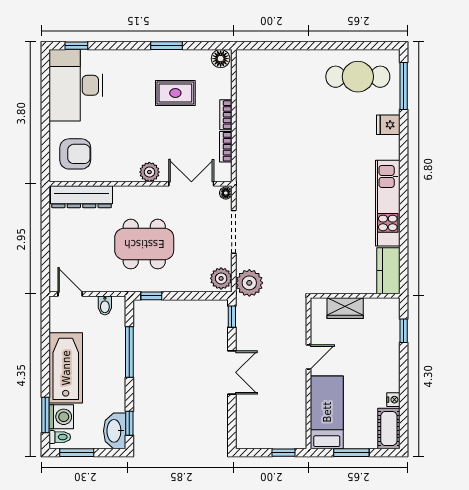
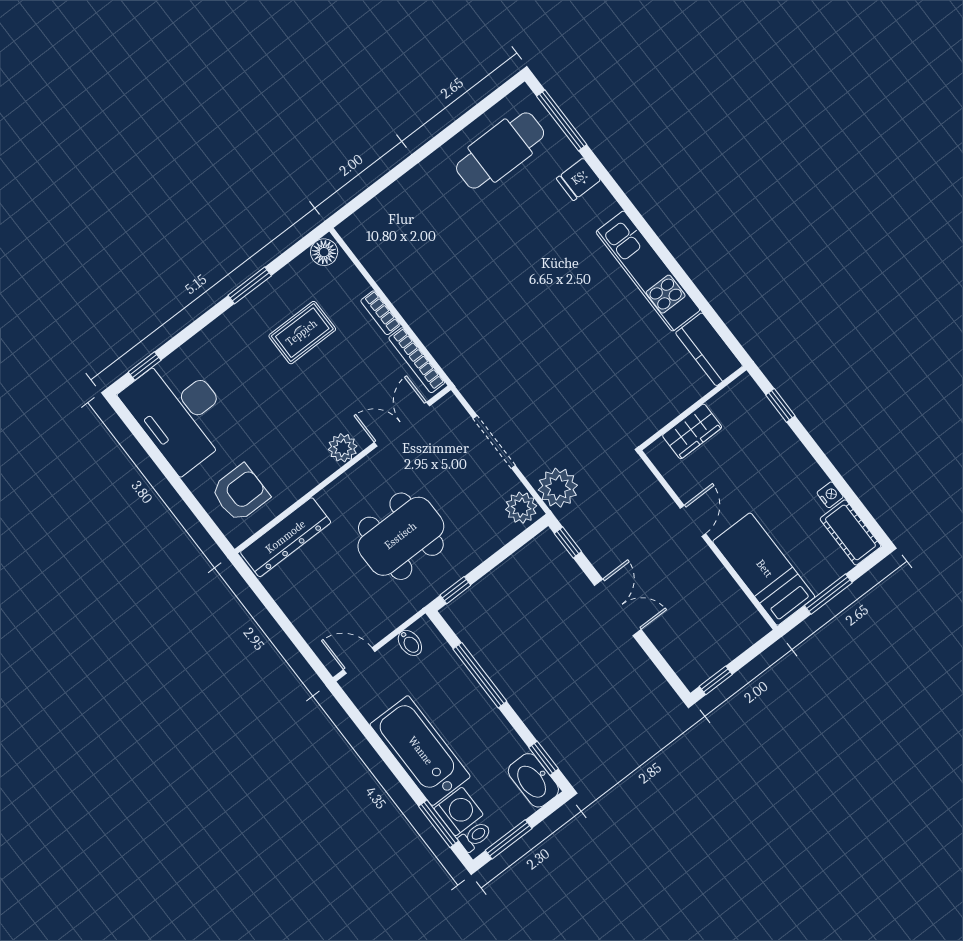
bookcase: (226, 147) -> (417, 360), width x1.56
floor lamp: (226, 193) -> (450, 404), removed
window: (283, 453) -> (716, 680), moved

